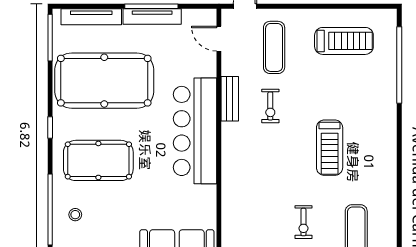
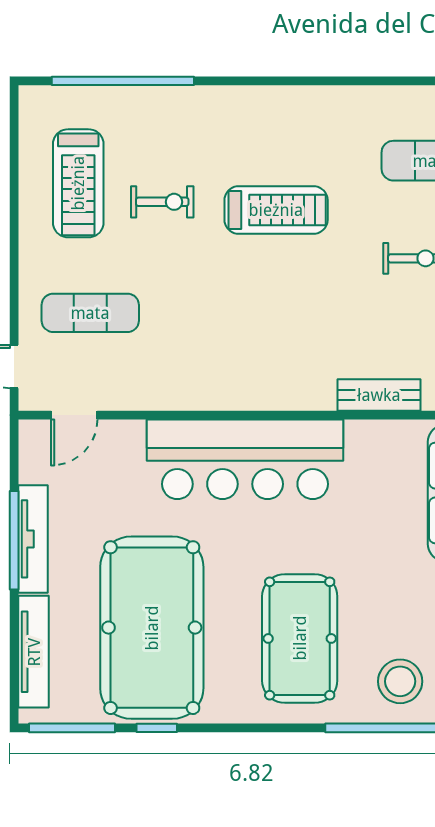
treadmill: (344, 41) -> (78, 183), turned 180
bench: (230, 99) -> (379, 395), moved
exercise bike: (270, 106) -> (162, 202), moved
window: (50, 128) -> (157, 728), moved
stool: (75, 215) -> (400, 681), width x1.89, depth x1.89

